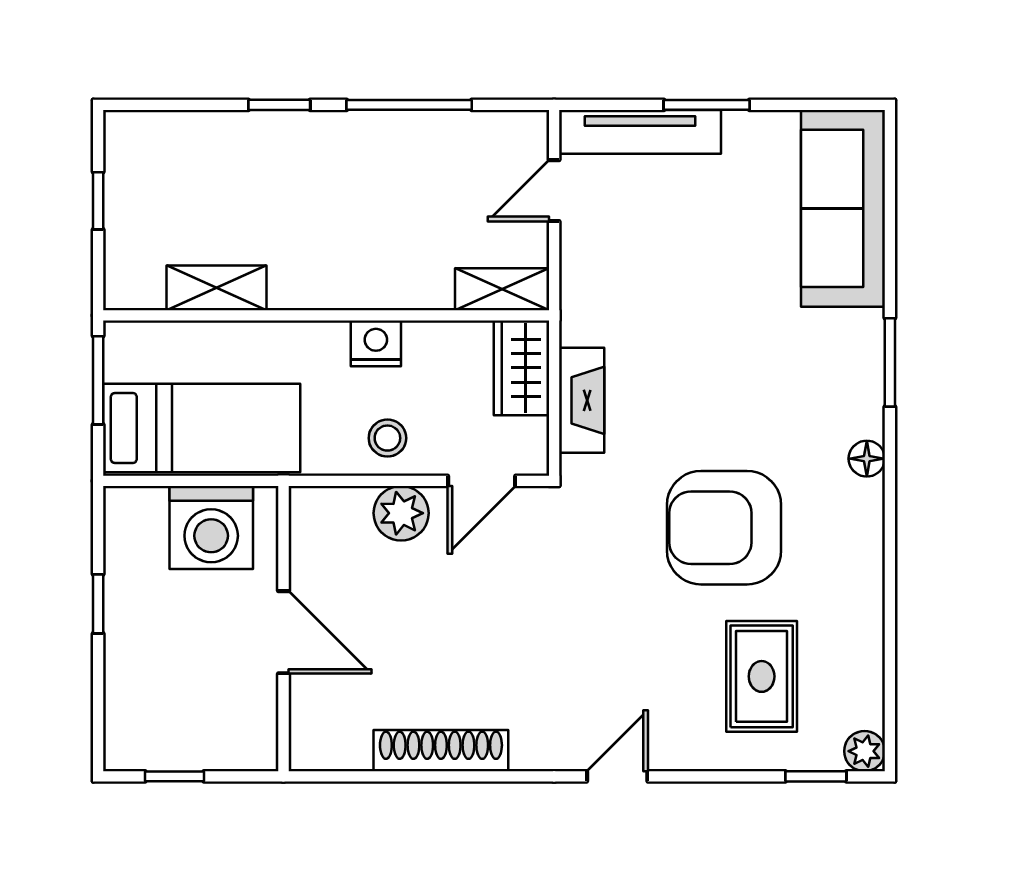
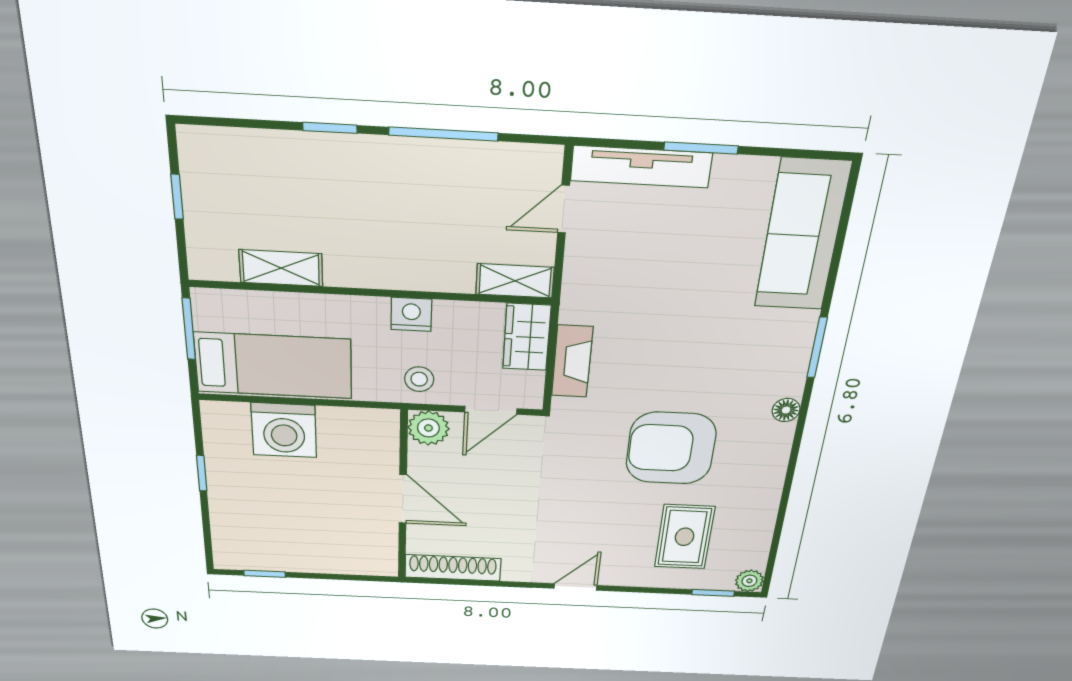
wall: (283, 629) -> (403, 497), moved
door: (283, 632) -> (403, 499), moved

